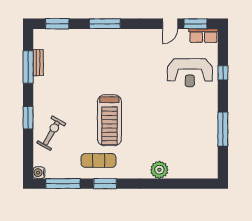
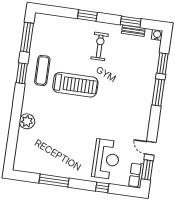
window: (57, 24) -> (162, 64), moved
window: (28, 67) -> (131, 22), width x0.69
reception desk: (190, 73) -> (106, 159), turned 180
treadmill: (109, 120) -> (75, 85), turned 180
exercise bike: (51, 133) -> (100, 46), moved, turned -120
water cooler: (39, 173) -> (157, 35), moved

